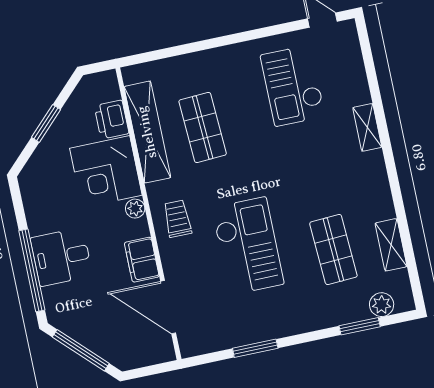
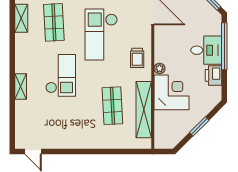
checkout: (293, 86) -> (61, 75), moved
printer: (112, 120) -> (214, 75), moved, turned 180
filing cabinet: (142, 260) -> (162, 39), removed

